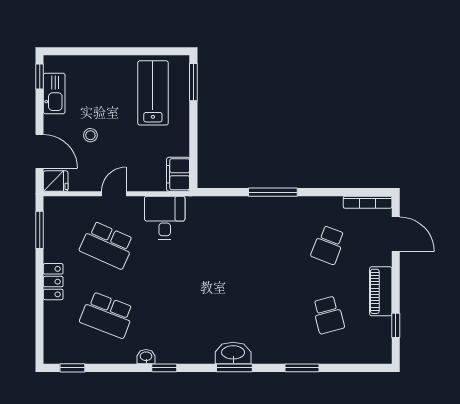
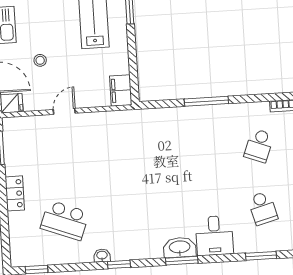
desk: (165, 218) -> (214, 236), moved, turned 180
school desk: (107, 245) -> (61, 158), removed
window: (302, 368) -> (261, 256), moved

